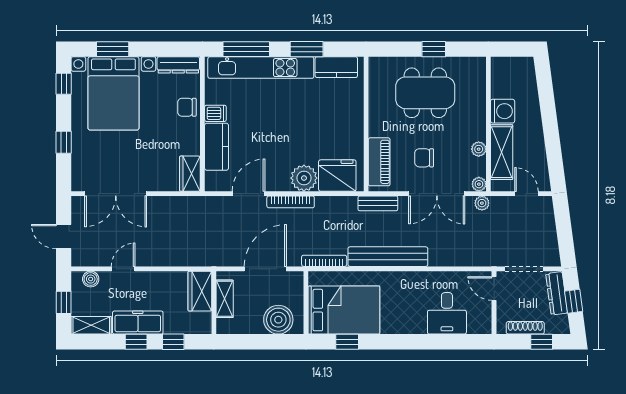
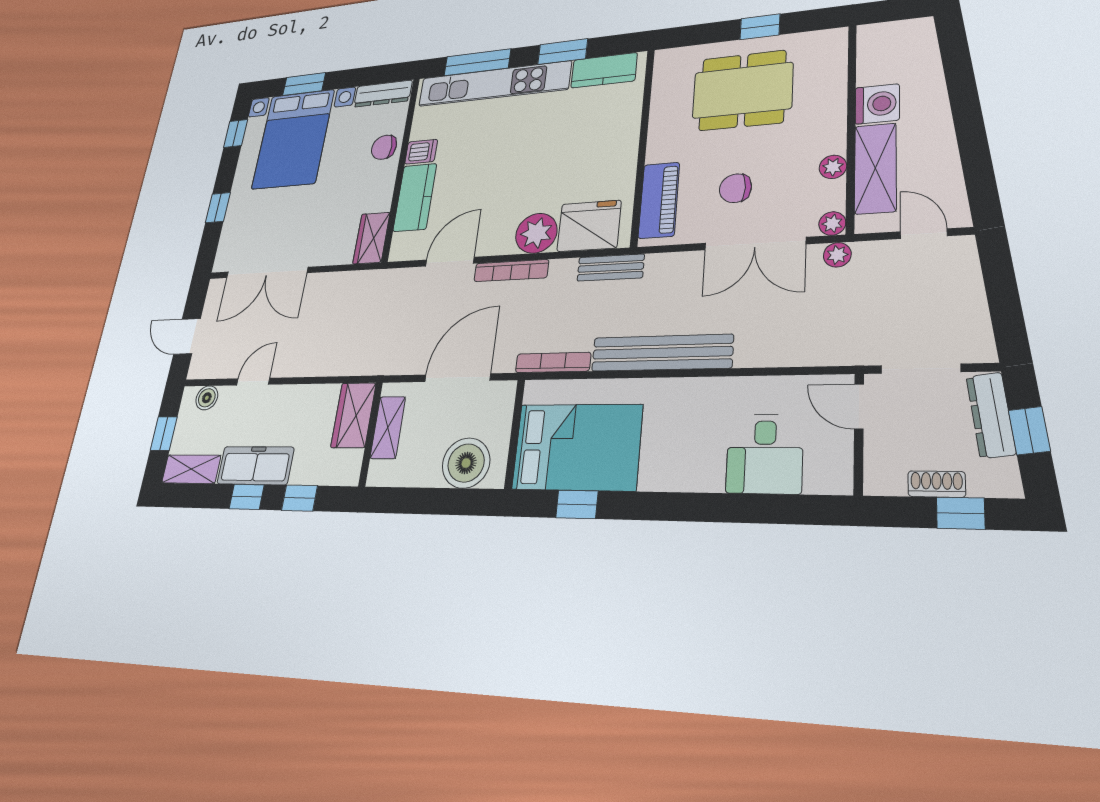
bench: (378, 203) -> (611, 268), moved
shoe rack: (525, 328) -> (937, 484), width x0.70

